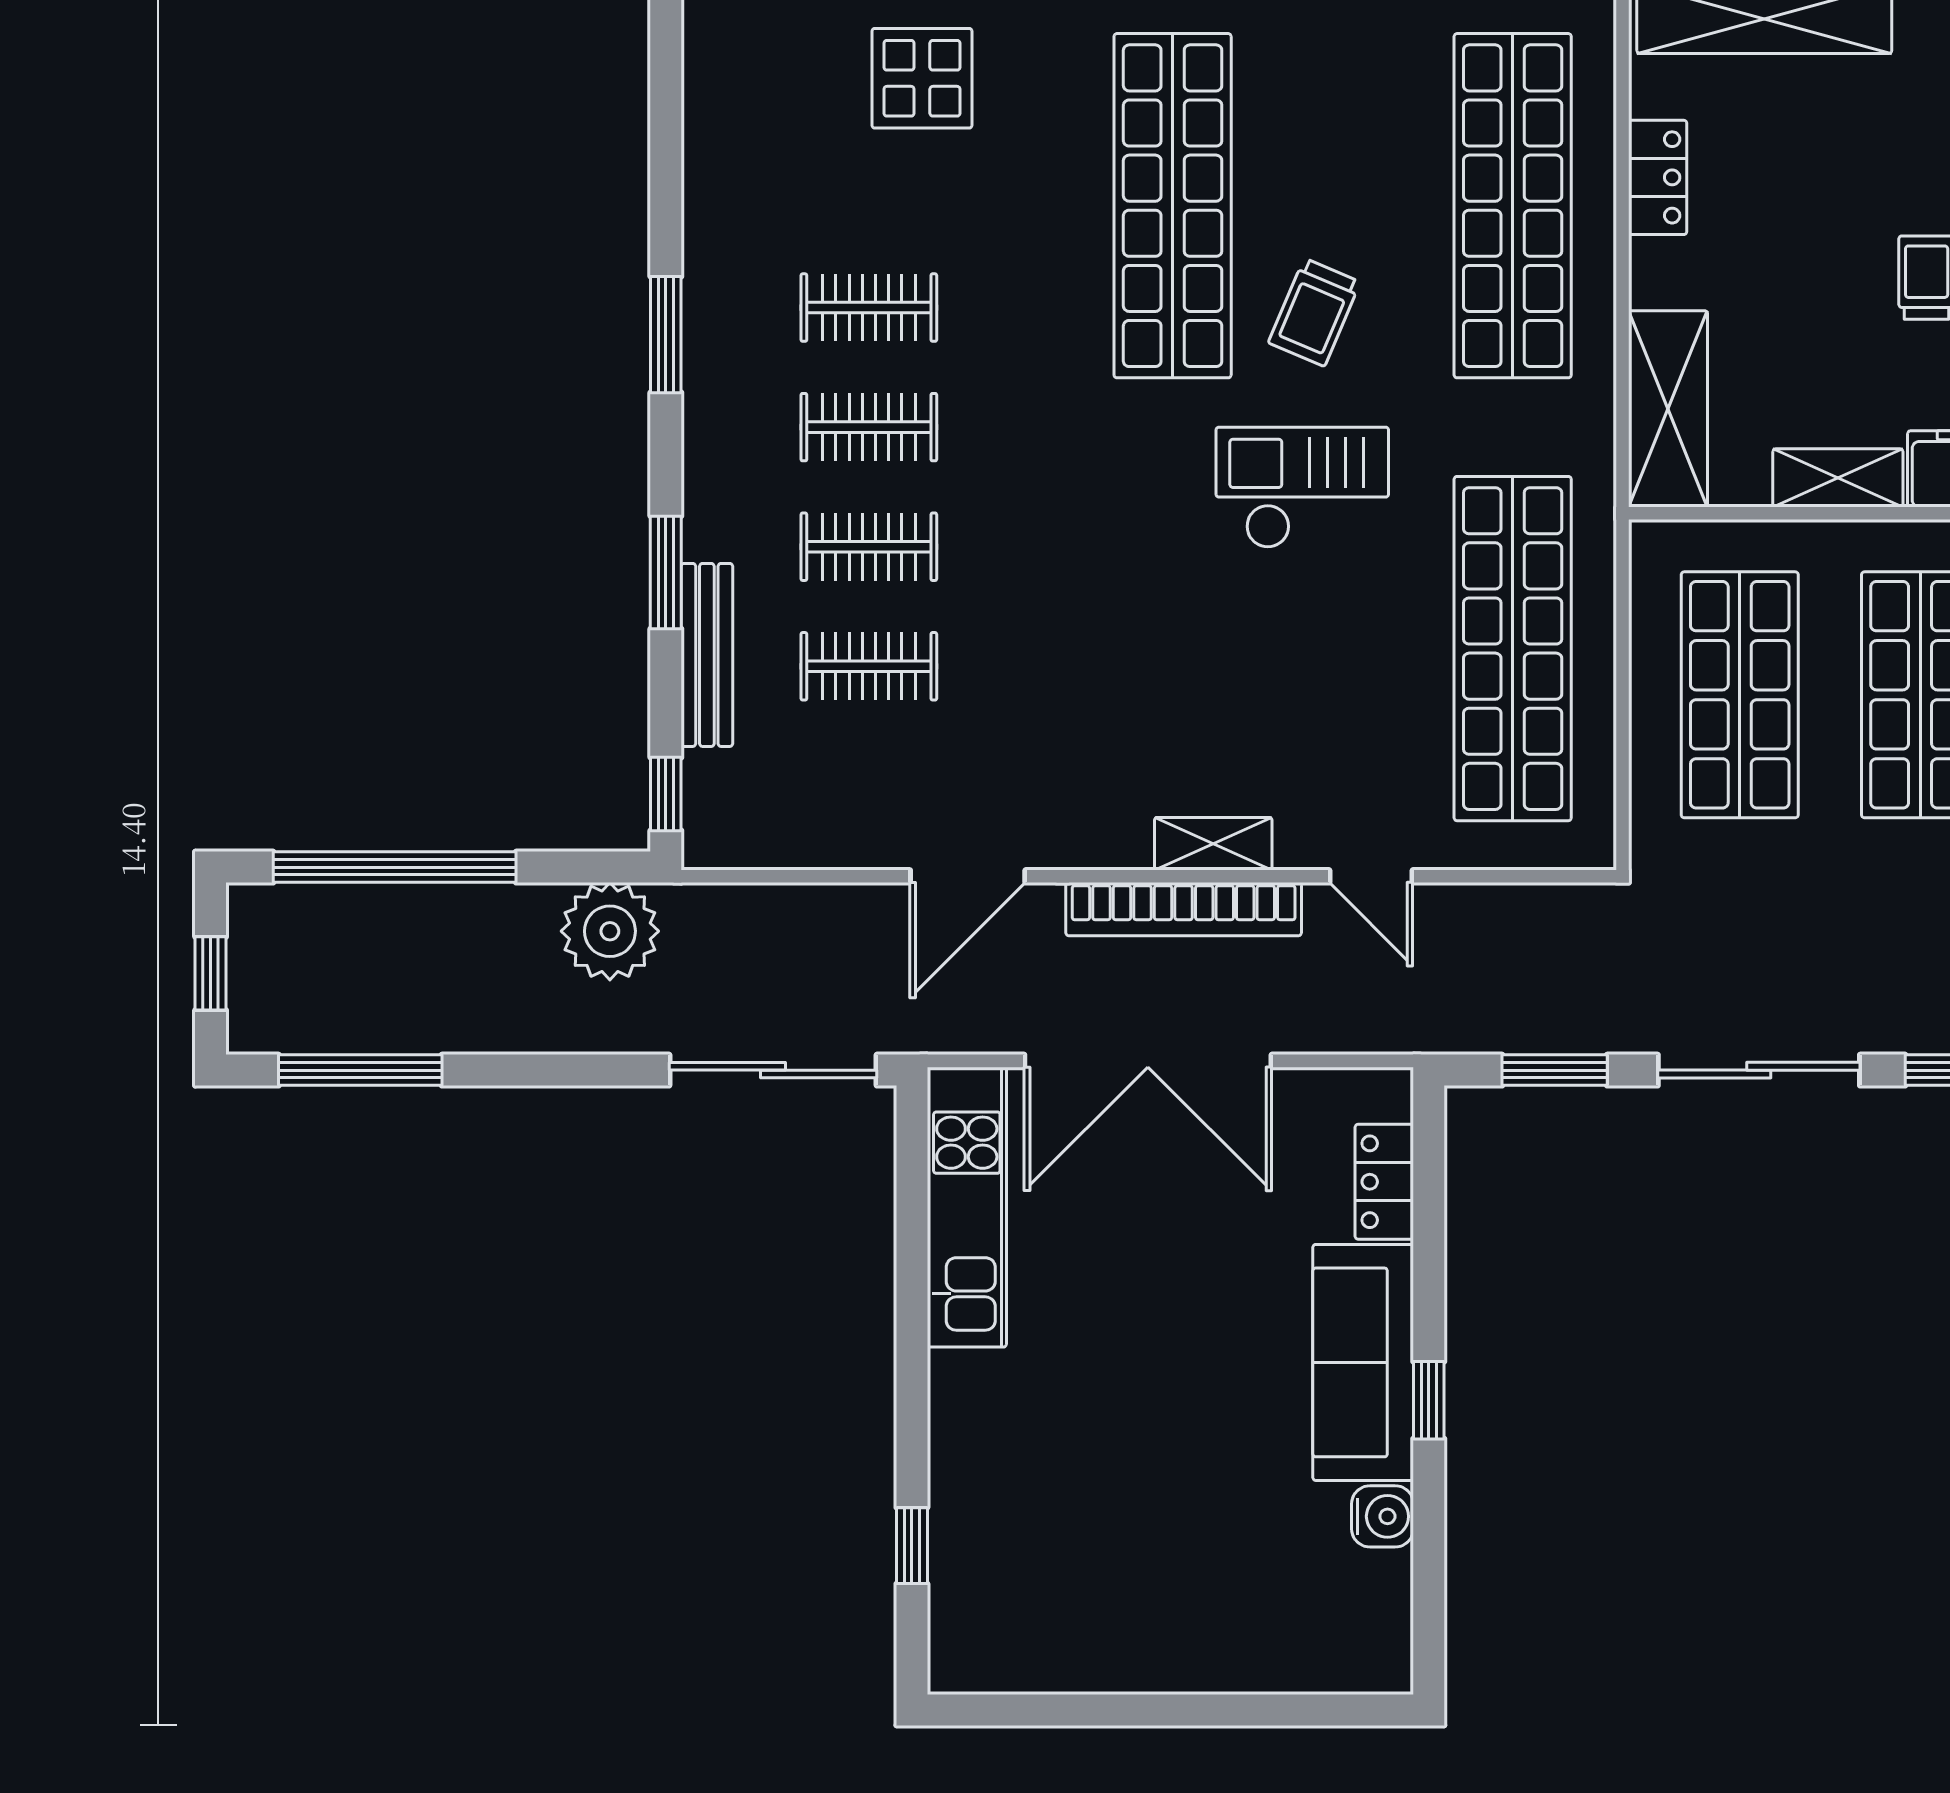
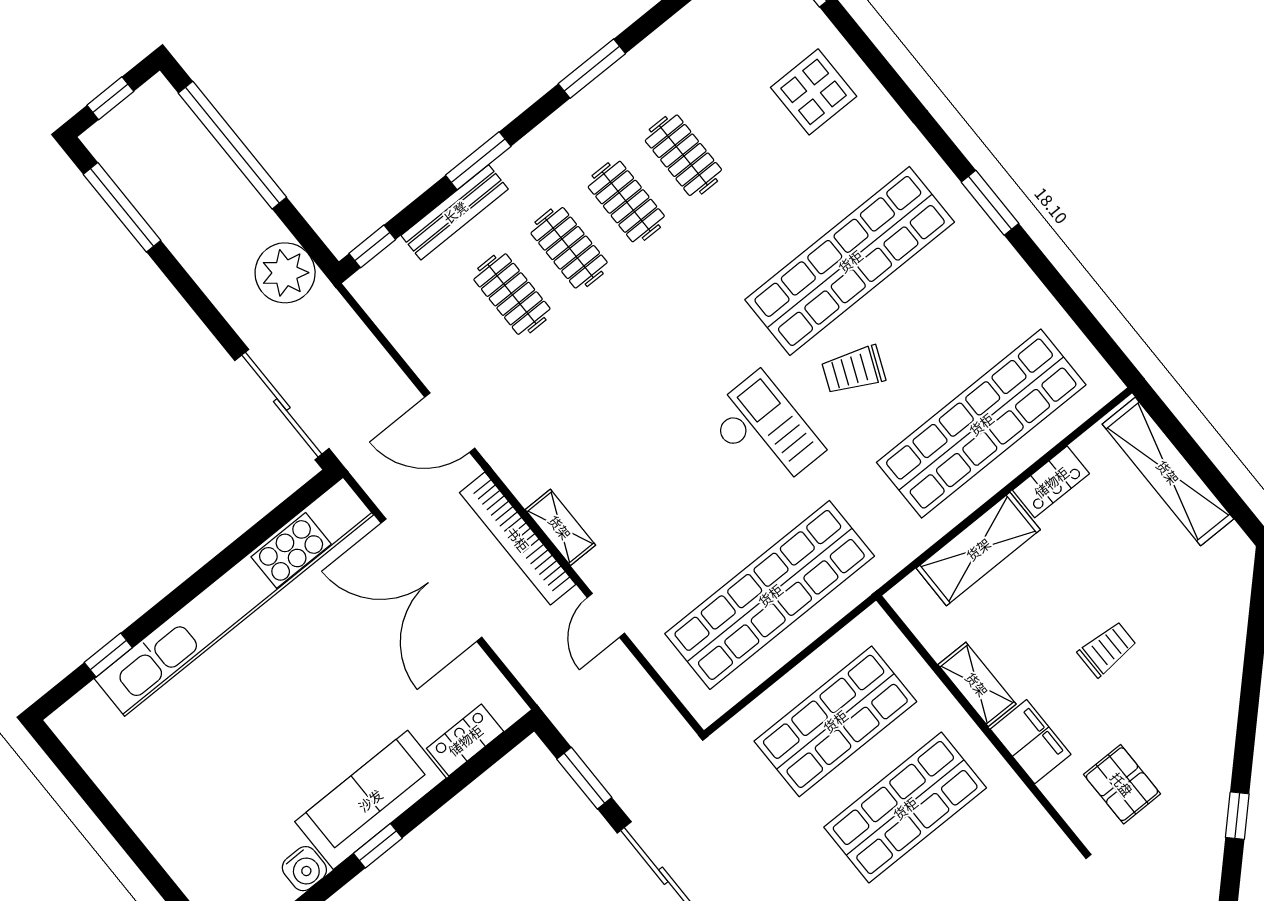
shelving: (1668, 409) -> (978, 549), moved
kitchen unit: (967, 1207) -> (234, 597), width x1.86

